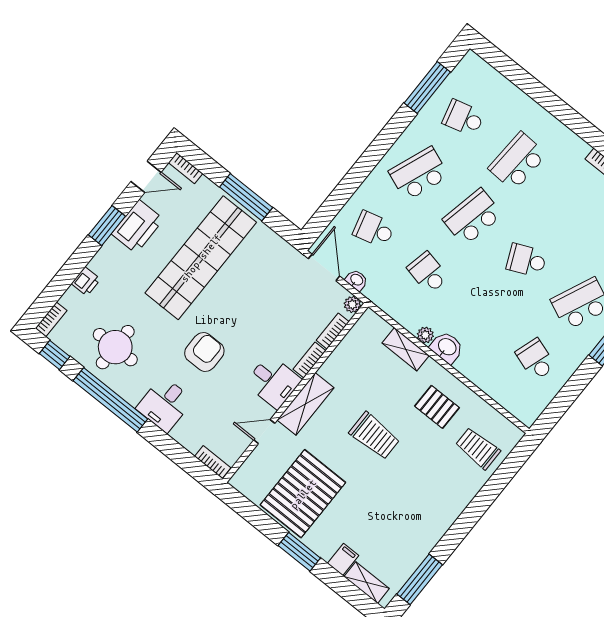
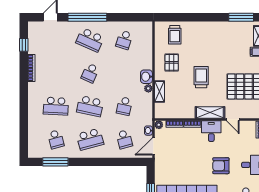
school desk: (419, 174) -> (90, 139), turned -36
school desk: (527, 260) -> (90, 73), turned 48

